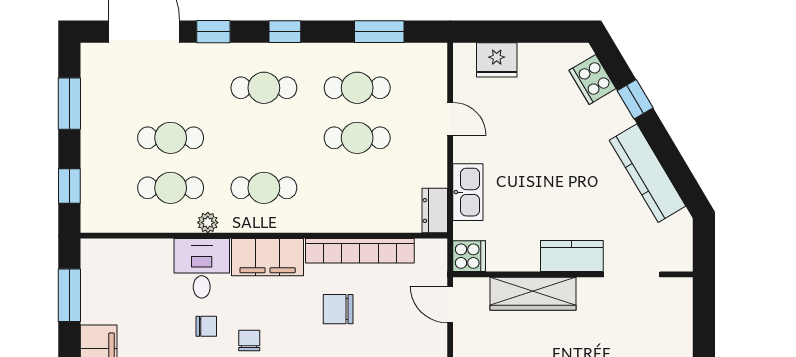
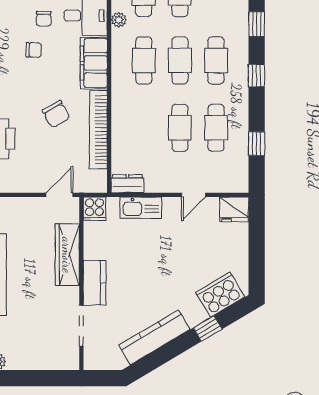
window: (379, 32) -> (257, 144), width x0.67
fridge: (497, 60) -> (234, 209), moved, turned -90
cooker: (592, 79) -> (220, 295), width x1.37, depth x1.31
cafe table: (264, 138) -> (180, 60), added
chair: (338, 309) -> (56, 114), turned 151

